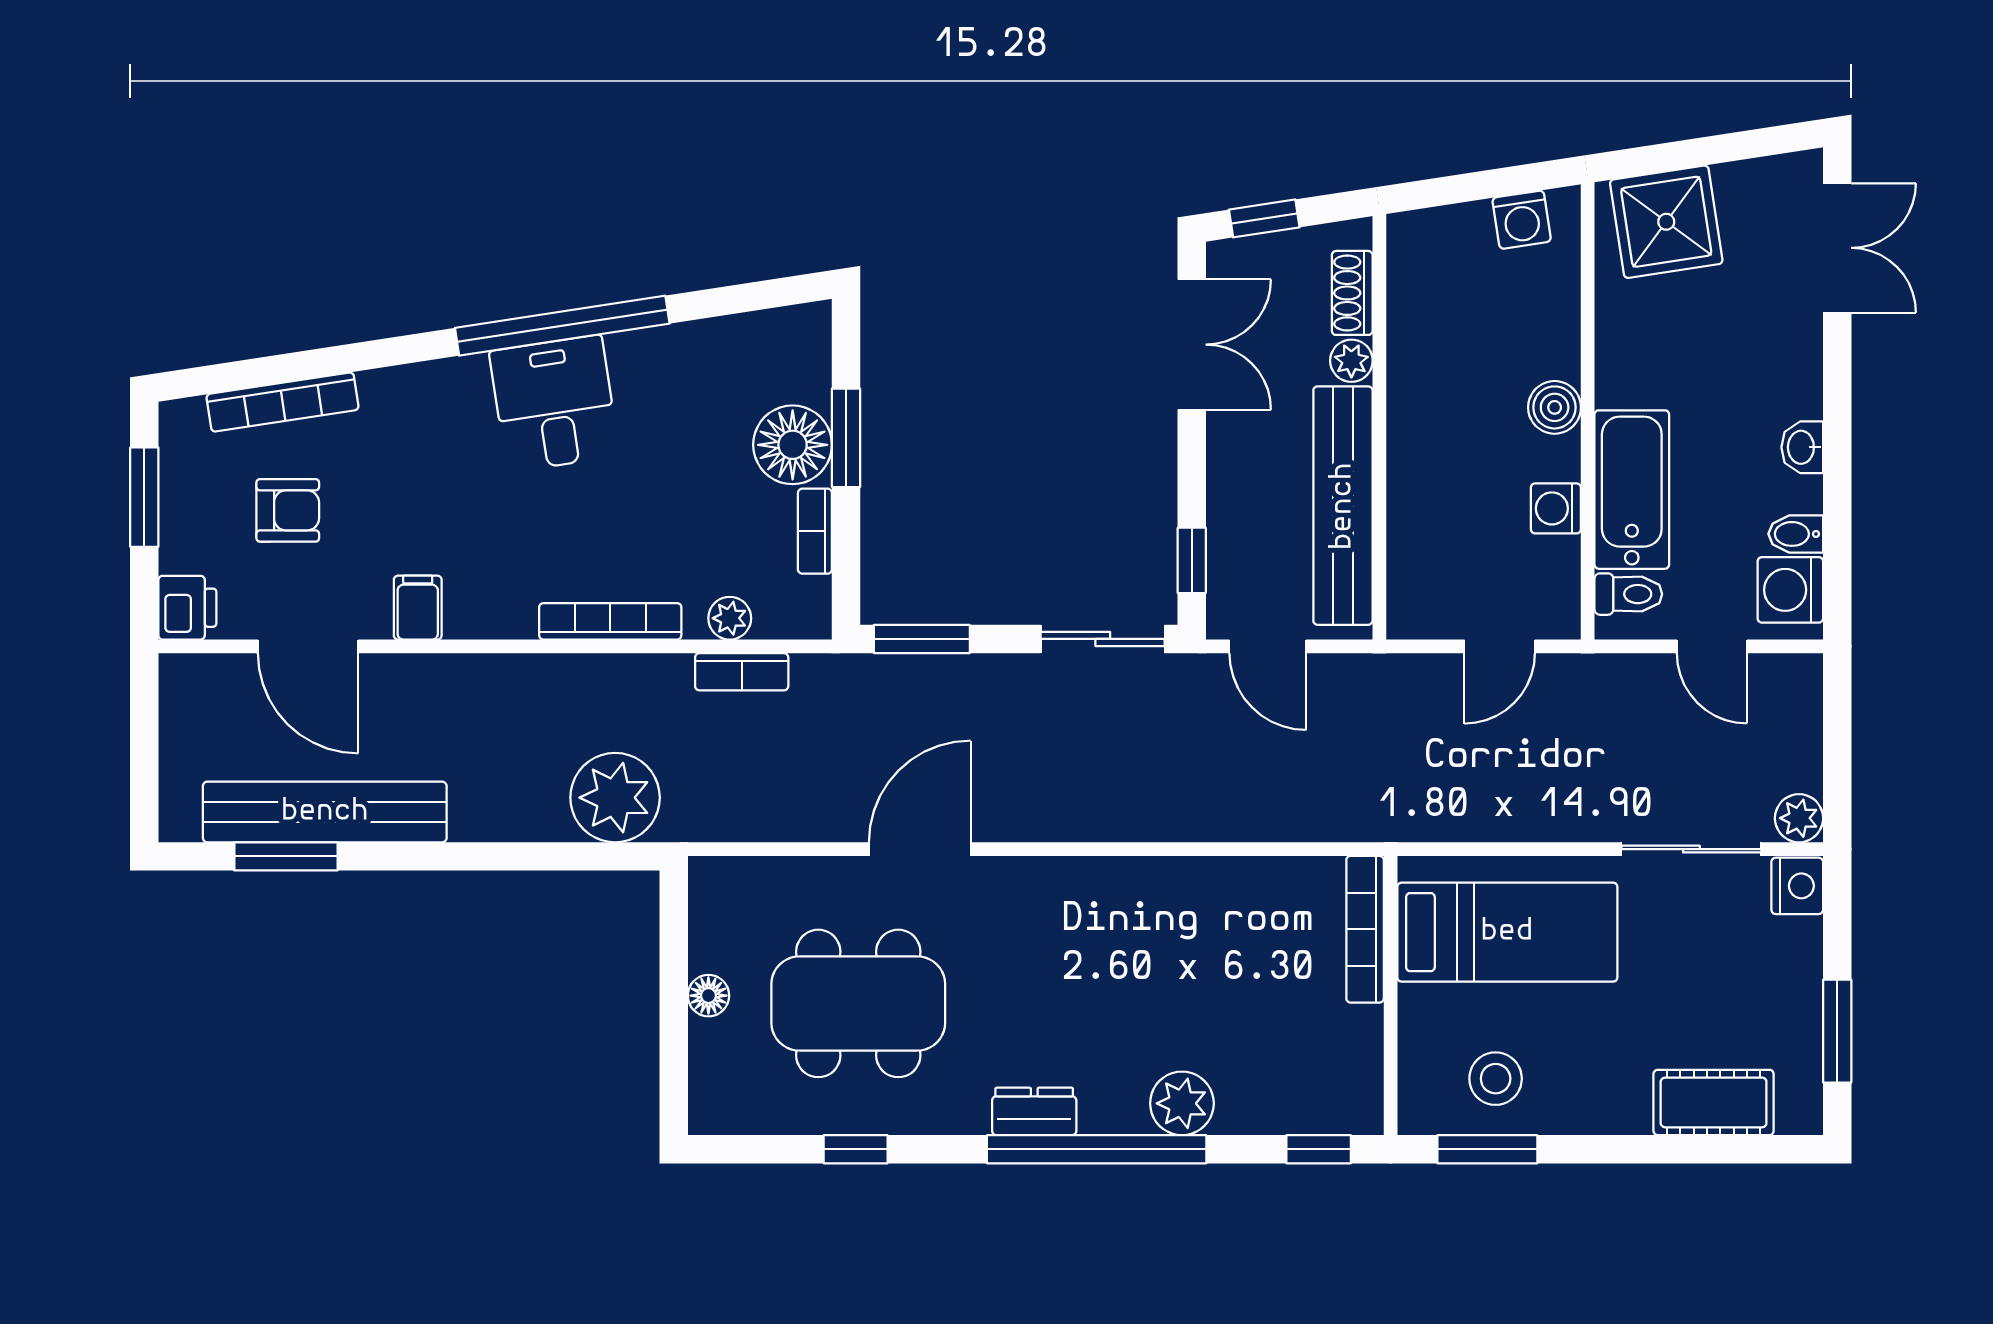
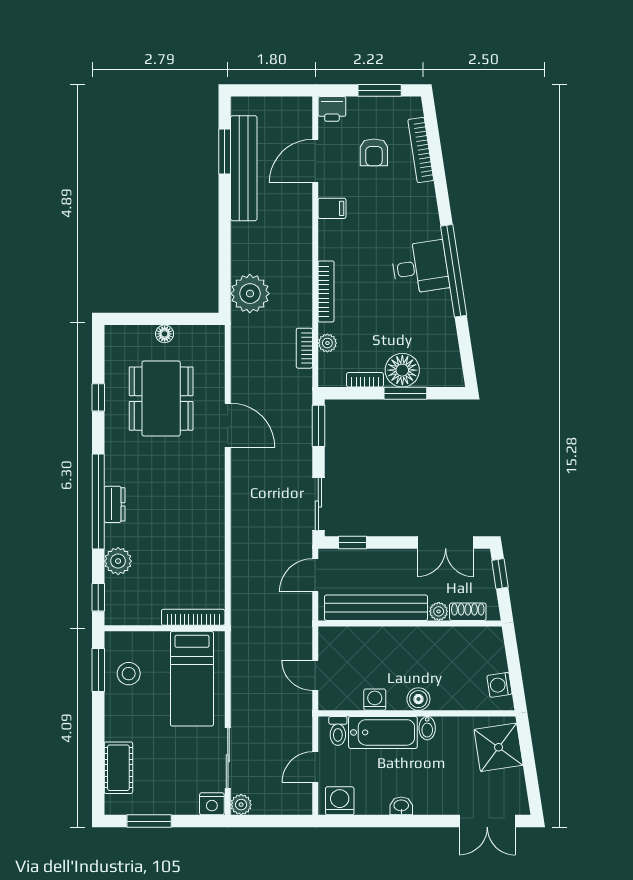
bidet: (1796, 534) -> (427, 728), moved, turned 180
plant: (1182, 1103) -> (118, 561), moved
dresser: (1034, 1111) -> (115, 504), moved

